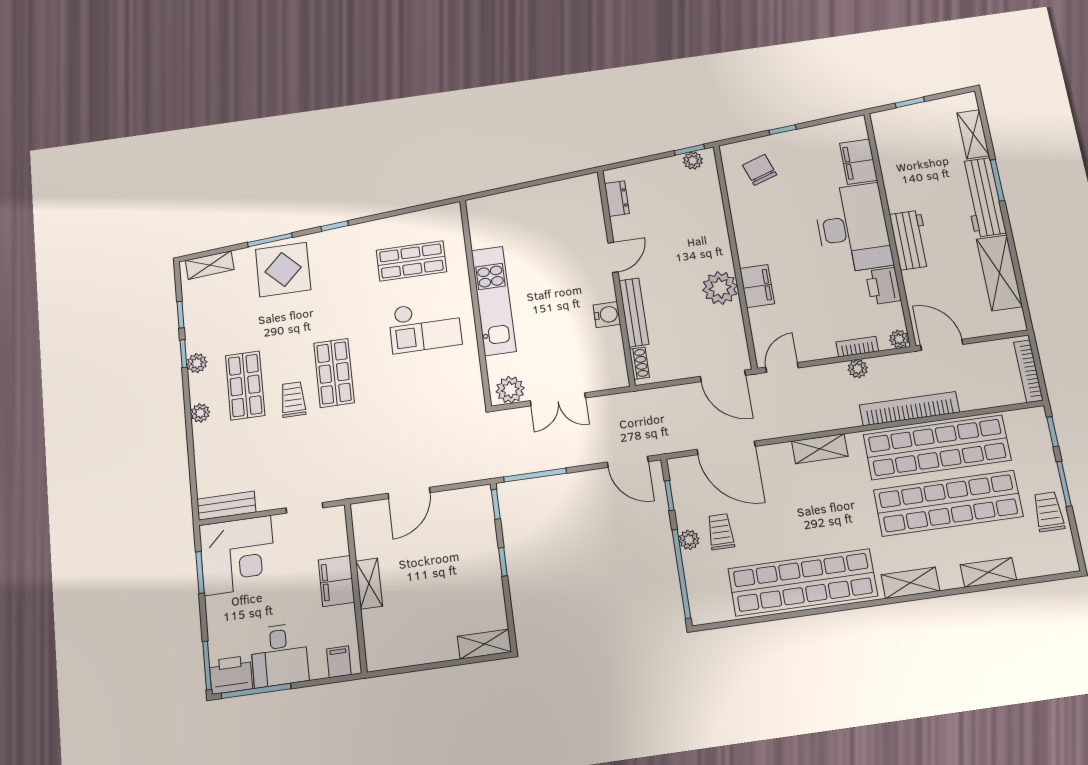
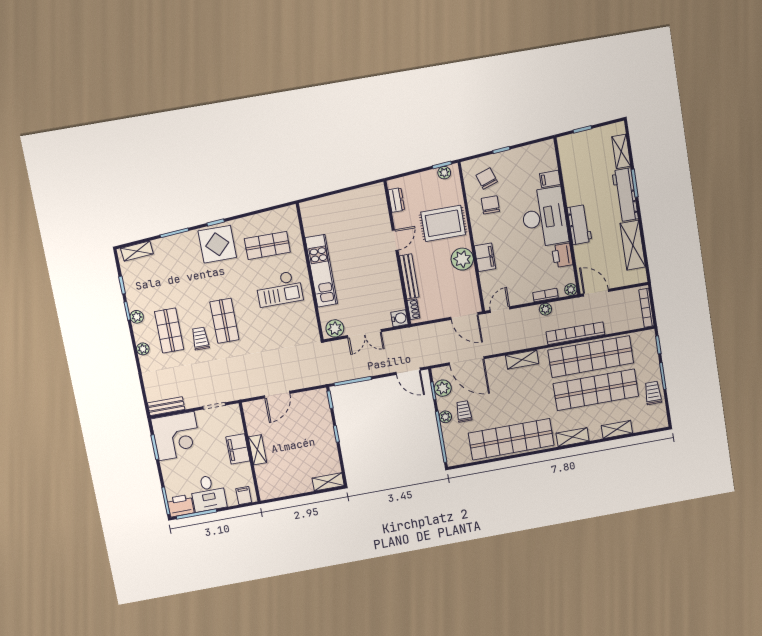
filing cabinet: (858, 162) -> (550, 179), width x0.50
chair: (766, 208) -> (490, 205), added
rug: (690, 234) -> (443, 223), added
display table: (283, 270) -> (217, 244), moved
water cooler: (607, 315) -> (399, 318), moved
plant: (685, 491) -> (443, 388), added

